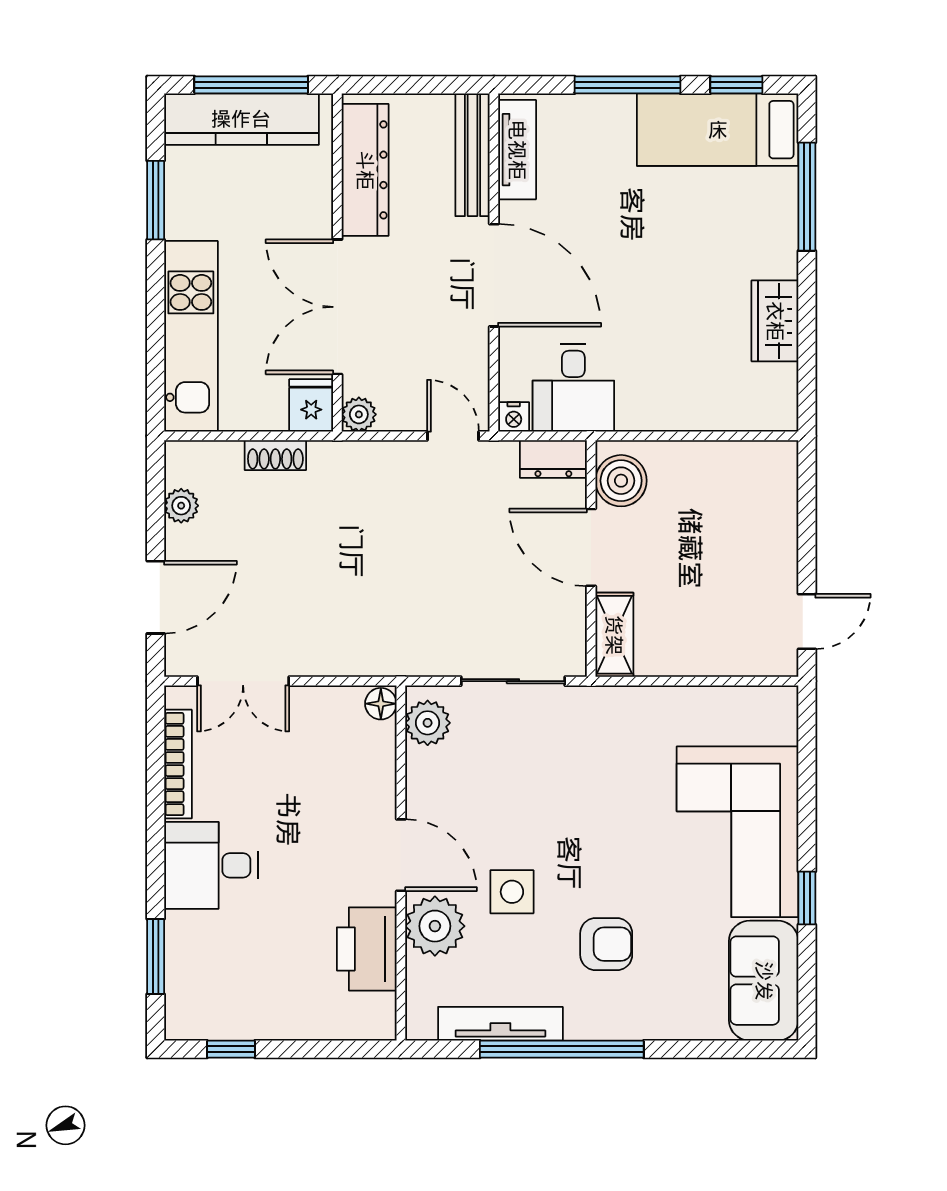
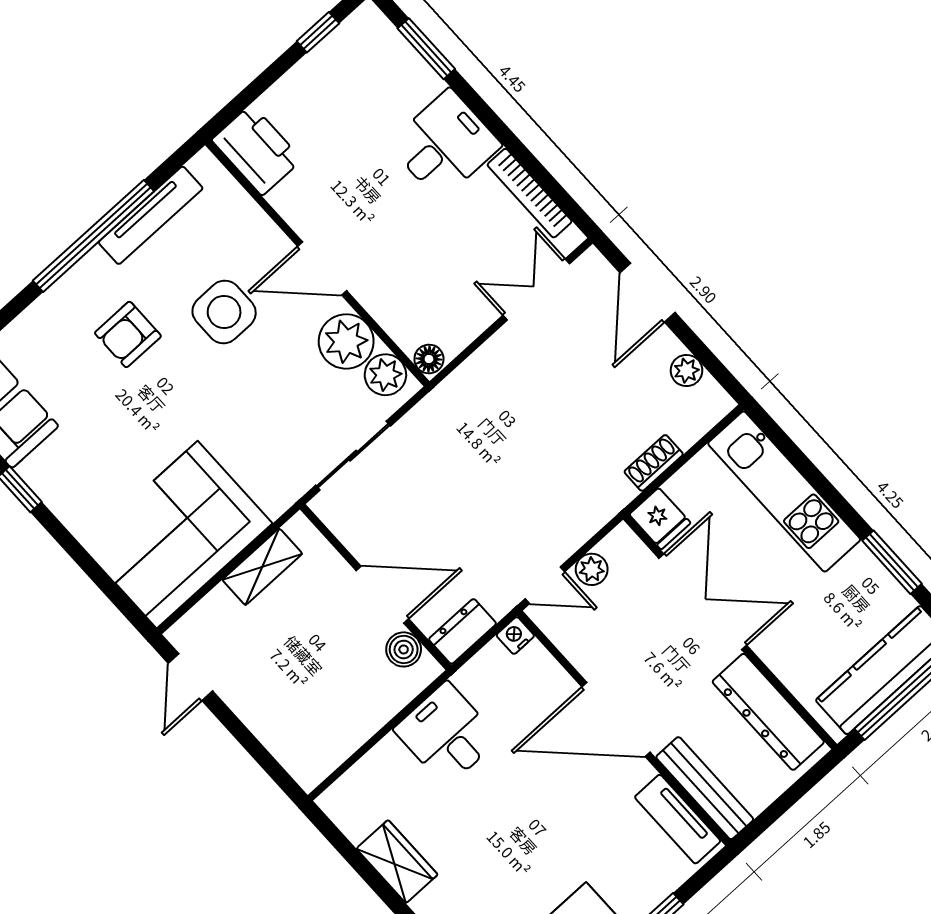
desk: (573, 388) -> (447, 734), moved
plant: (359, 414) -> (592, 569), moved
boiler: (621, 481) -> (404, 649), width x0.73, depth x0.73
shelving: (614, 635) -> (262, 567), moved, turned 90
corner sofa: (737, 832) -> (177, 535), moved, turned -90
side table: (512, 892) -> (224, 312), width x1.37, depth x1.37
plant: (435, 926) -> (346, 341), moved
printer: (367, 949) -> (257, 150), moved

